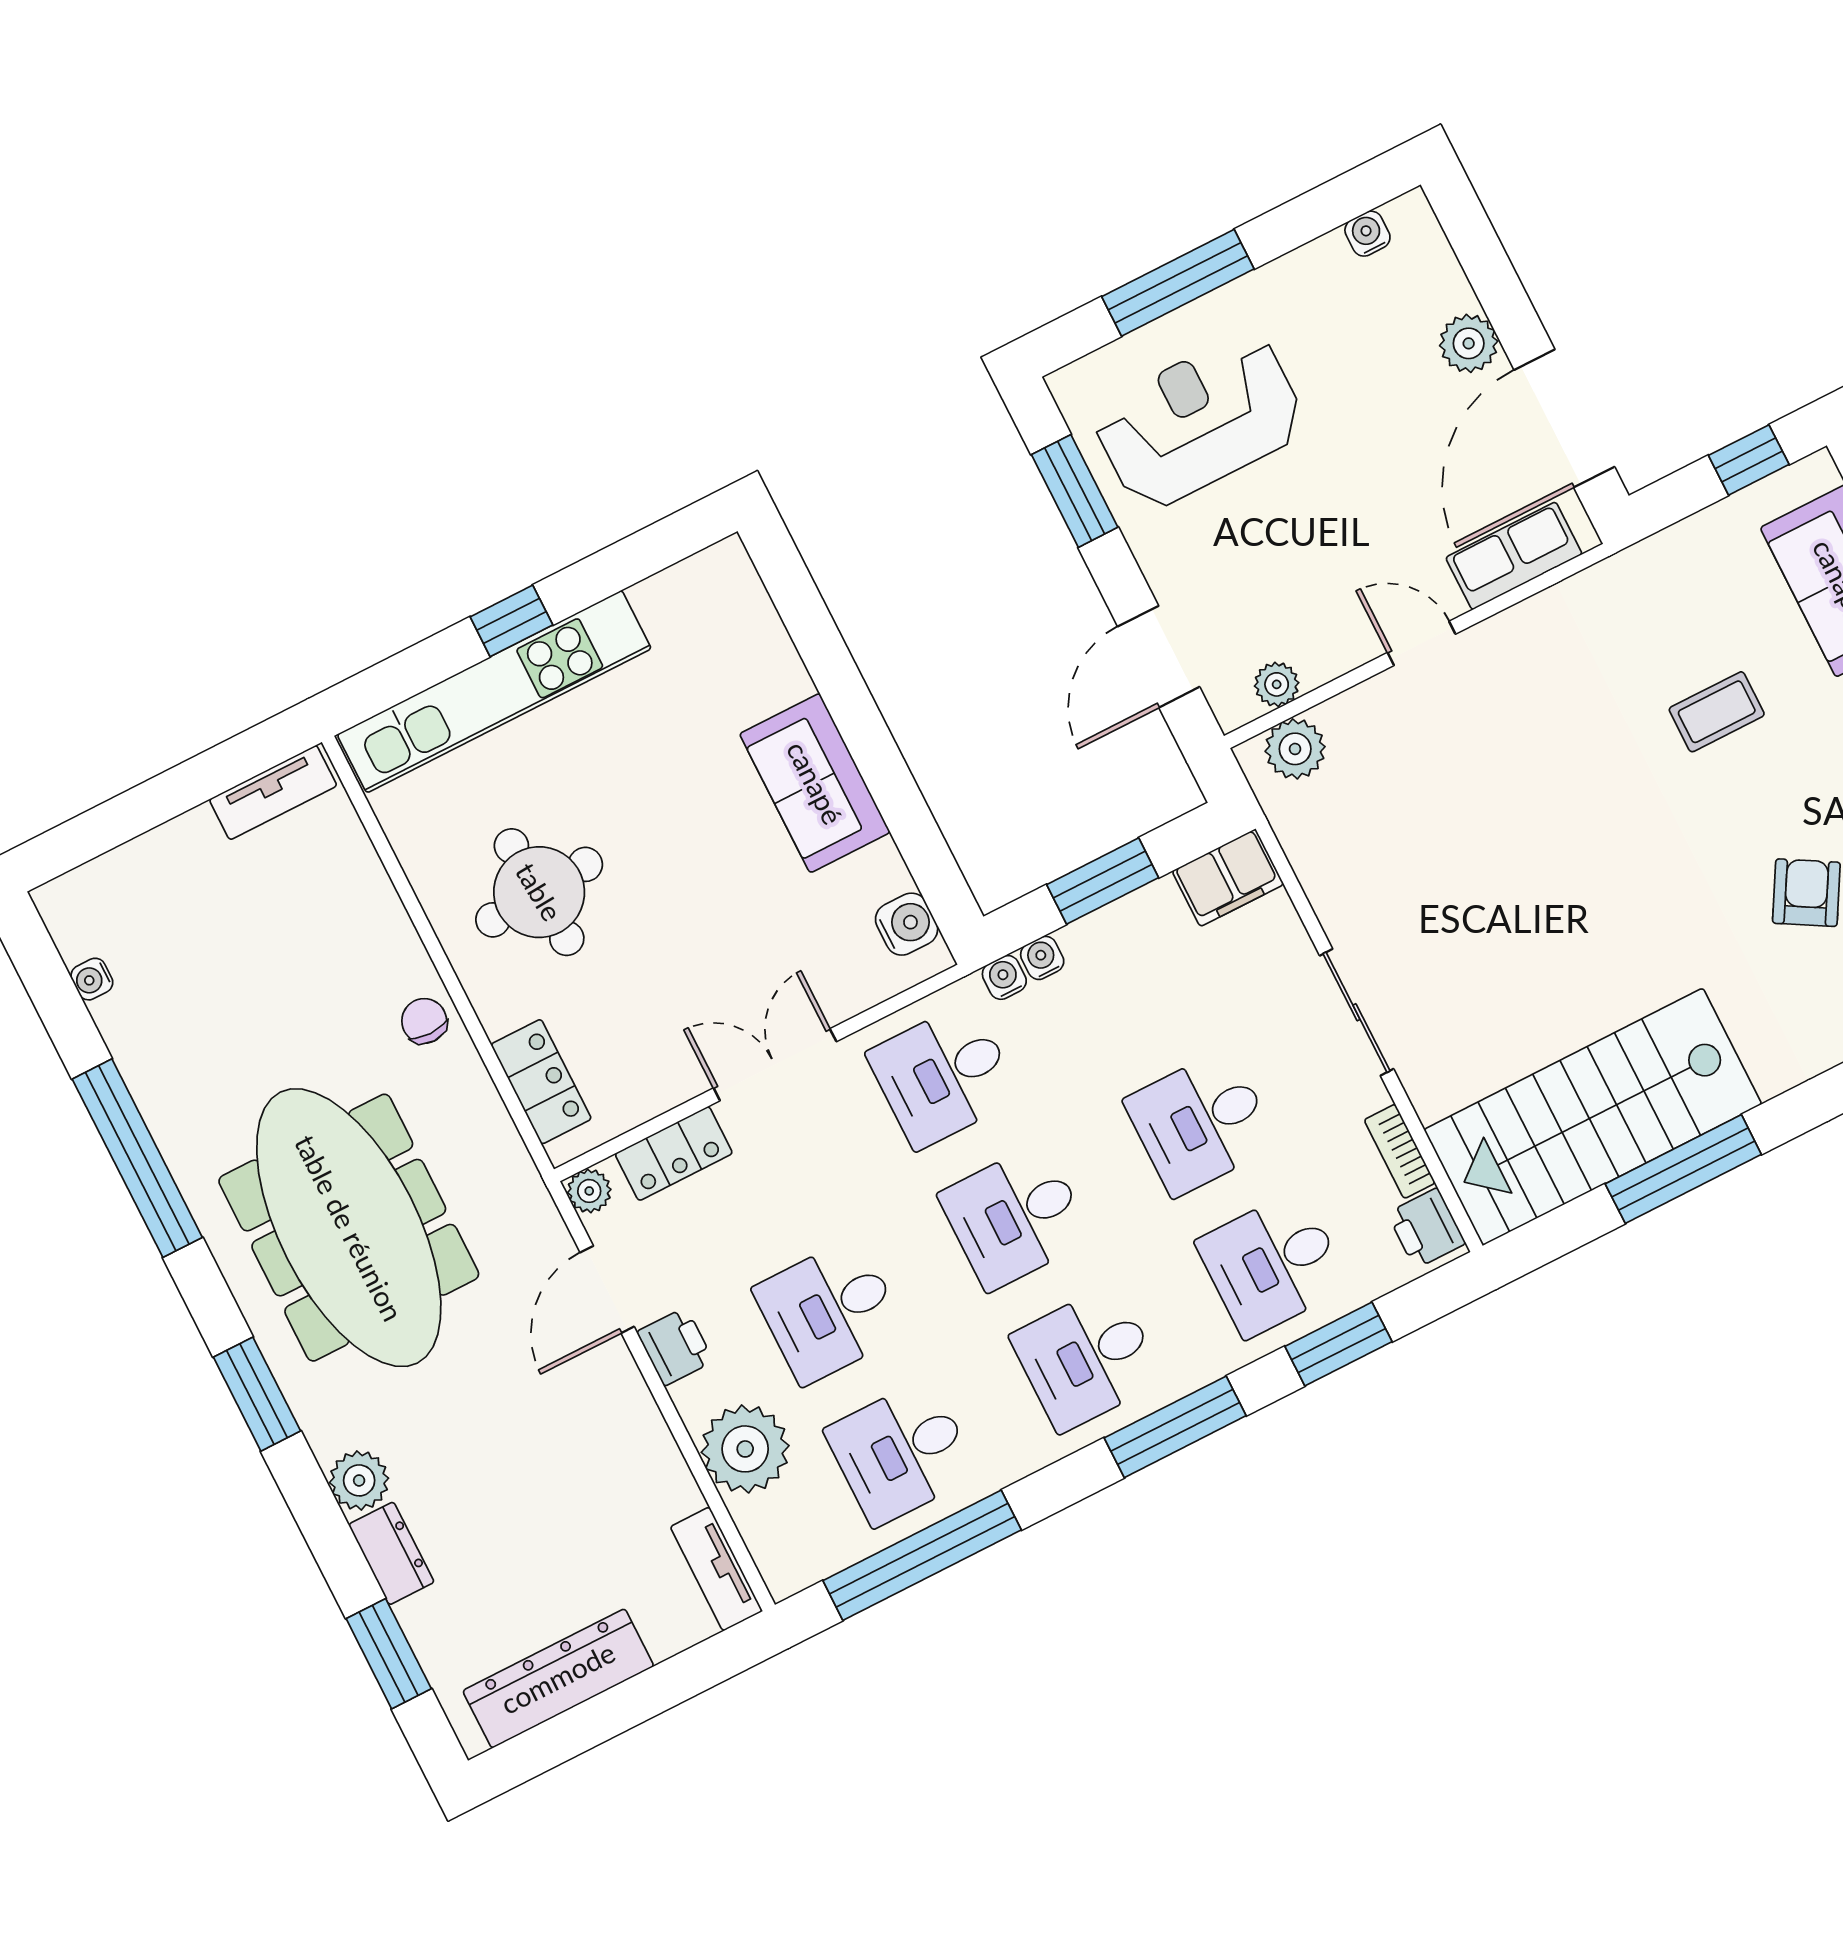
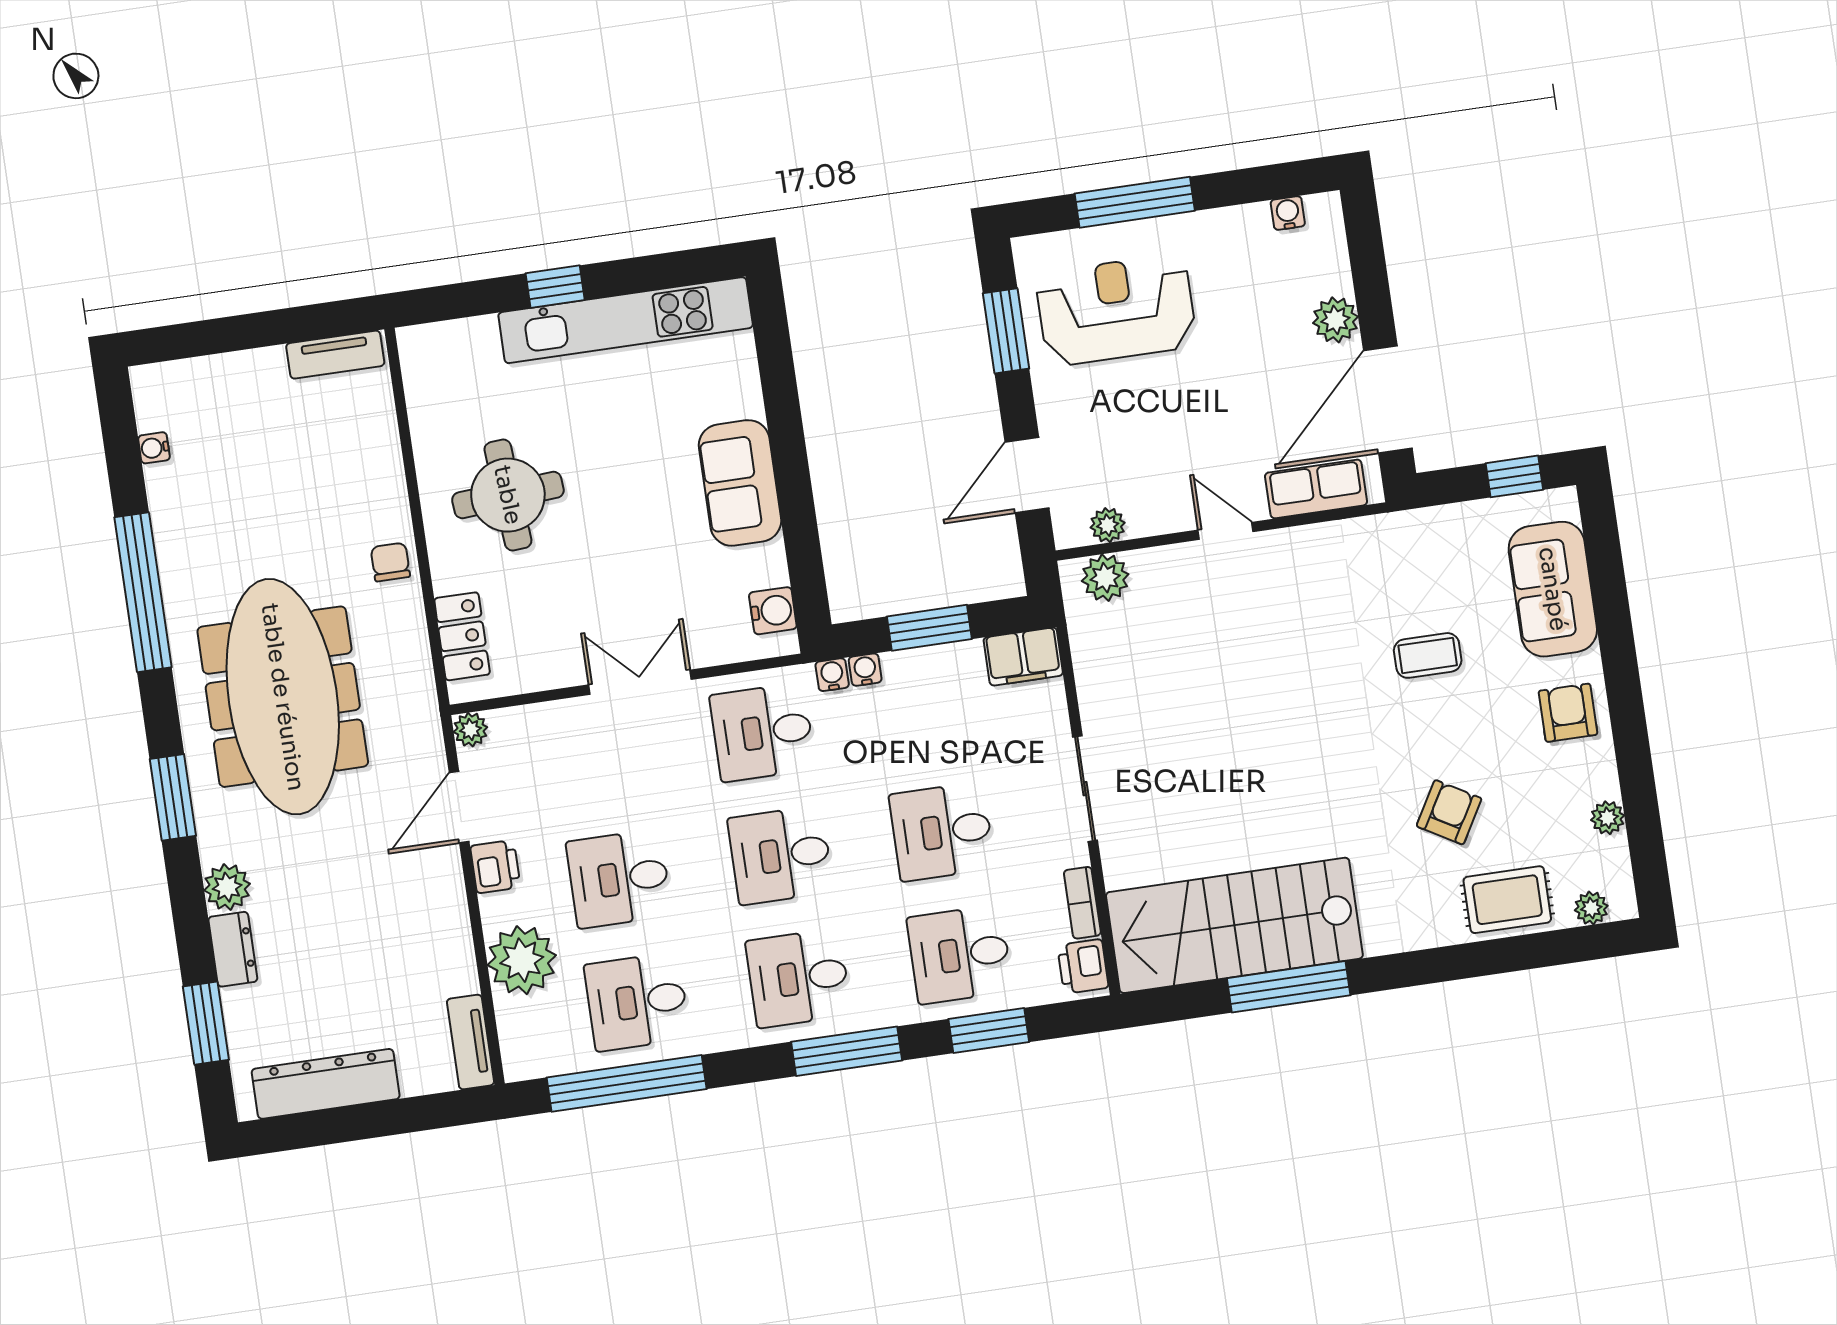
kitchen unit: (494, 692) -> (626, 320), moved
locker: (674, 1154) -> (543, 723), removed

